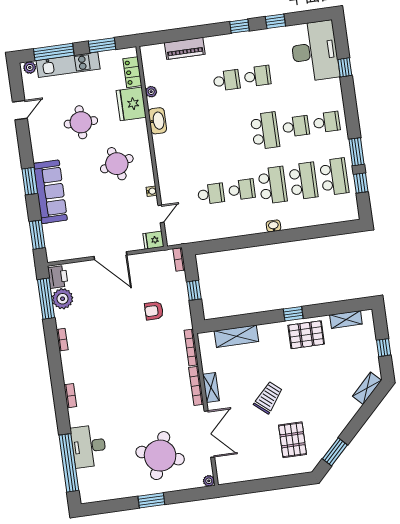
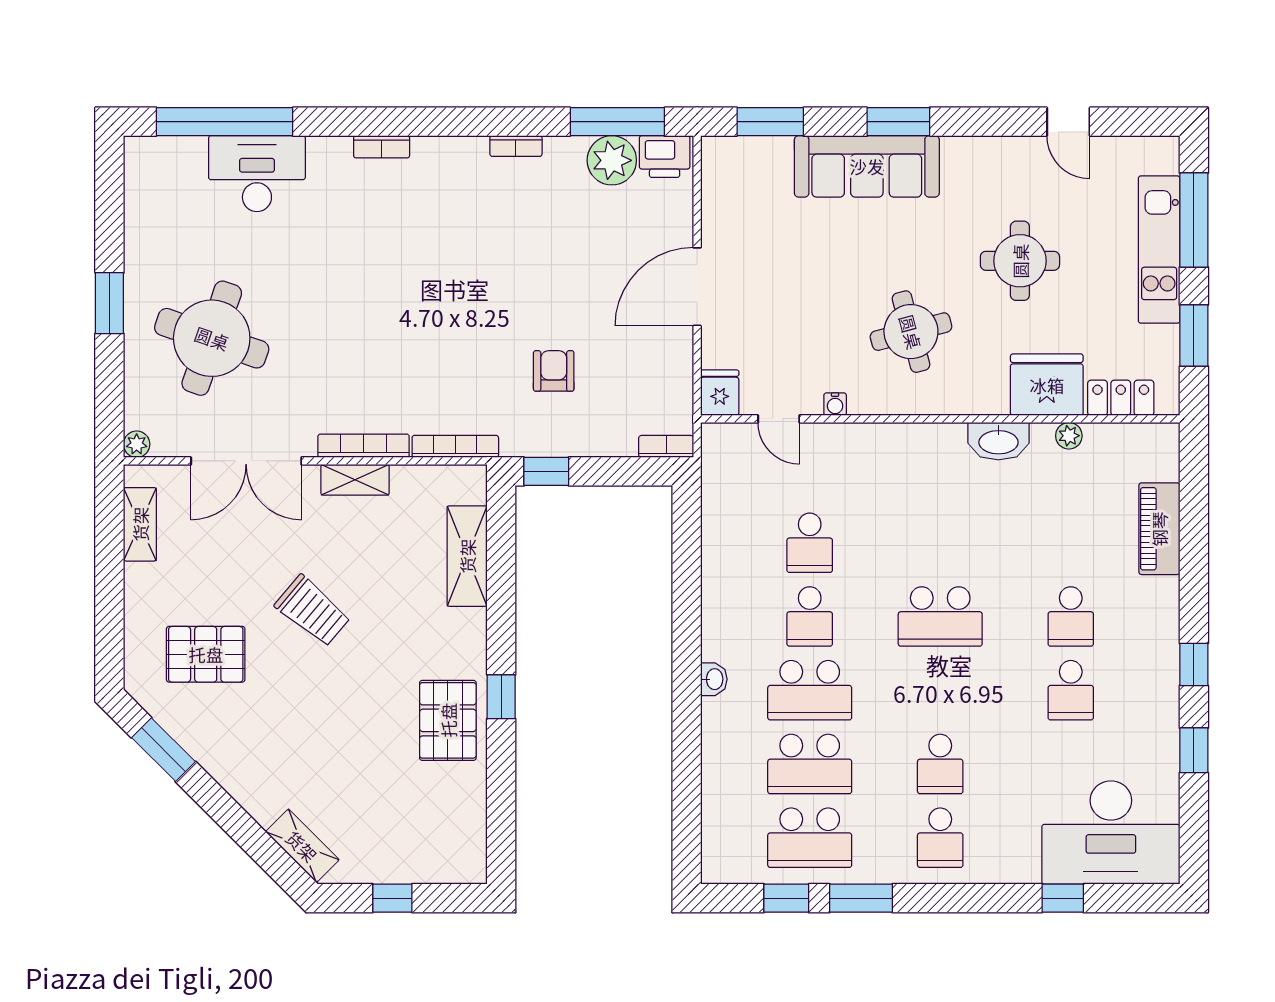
plant: (30, 67) -> (1165, 159), removed
school desk: (265, 131) -> (940, 616), moved
window: (194, 290) -> (546, 471), moved
shelving: (346, 319) -> (140, 524), moved

